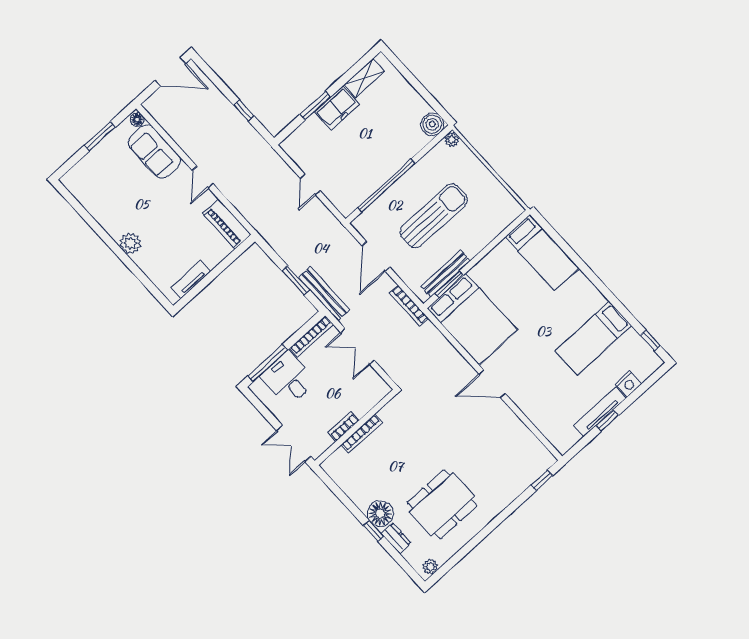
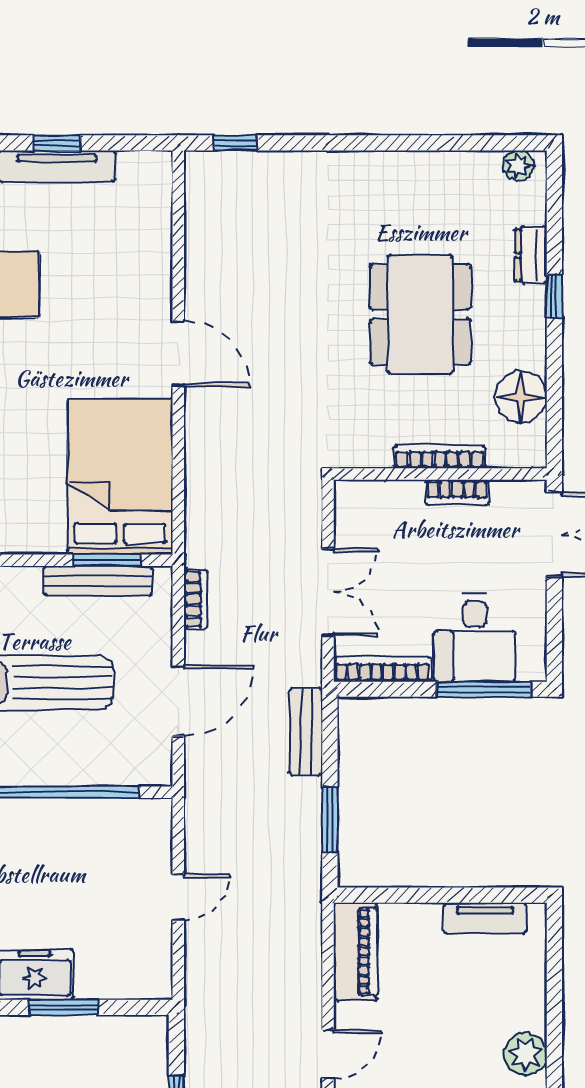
window: (296, 280) -> (330, 819), moved
bench: (324, 294) -> (306, 732), width x0.73
bookcase: (409, 306) -> (196, 599), width x0.64
dining table: (442, 504) -> (420, 314), moved, turned 90
floor lamp: (380, 514) -> (521, 397), moved

